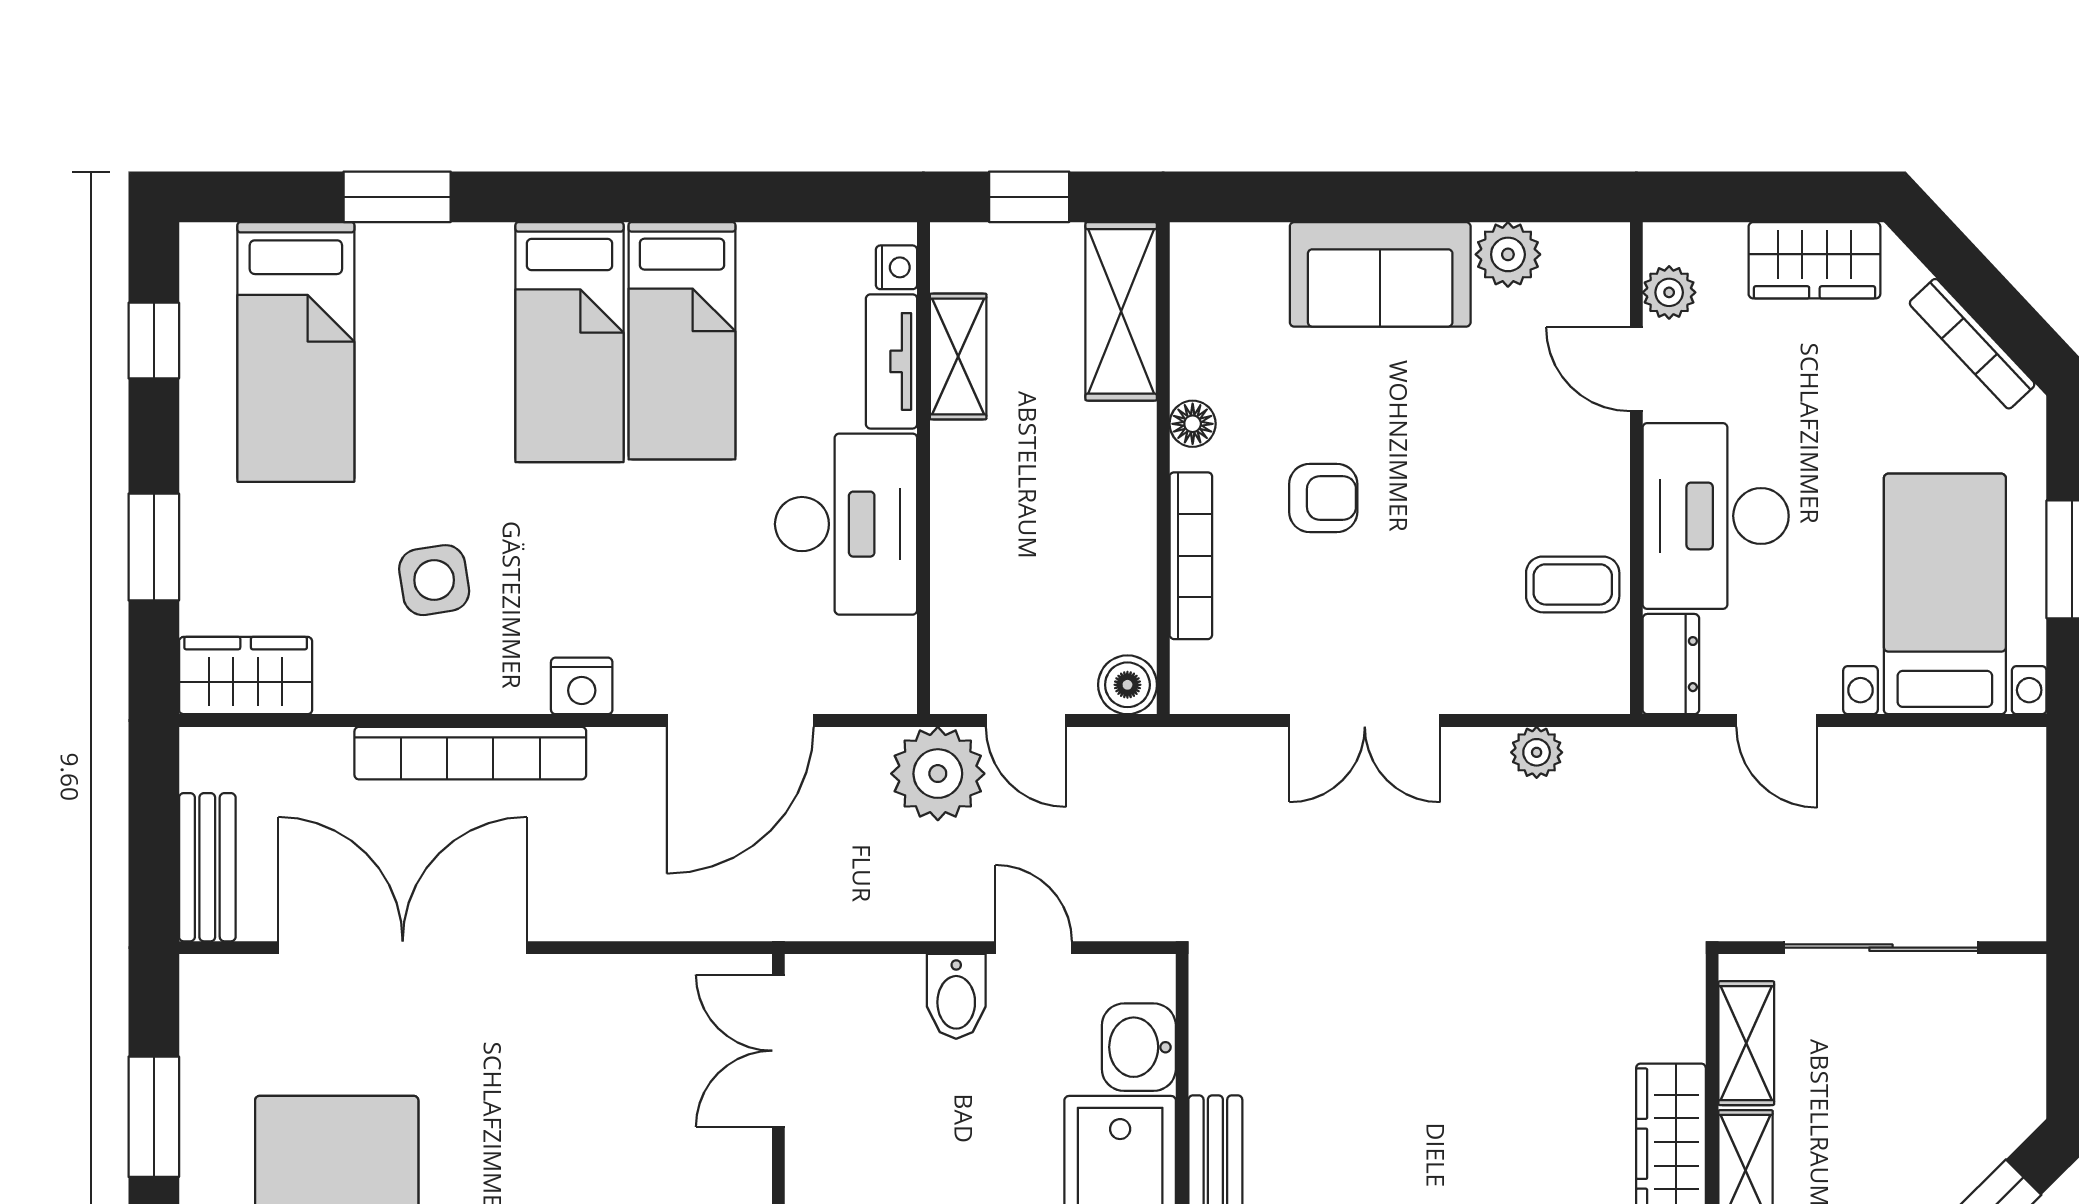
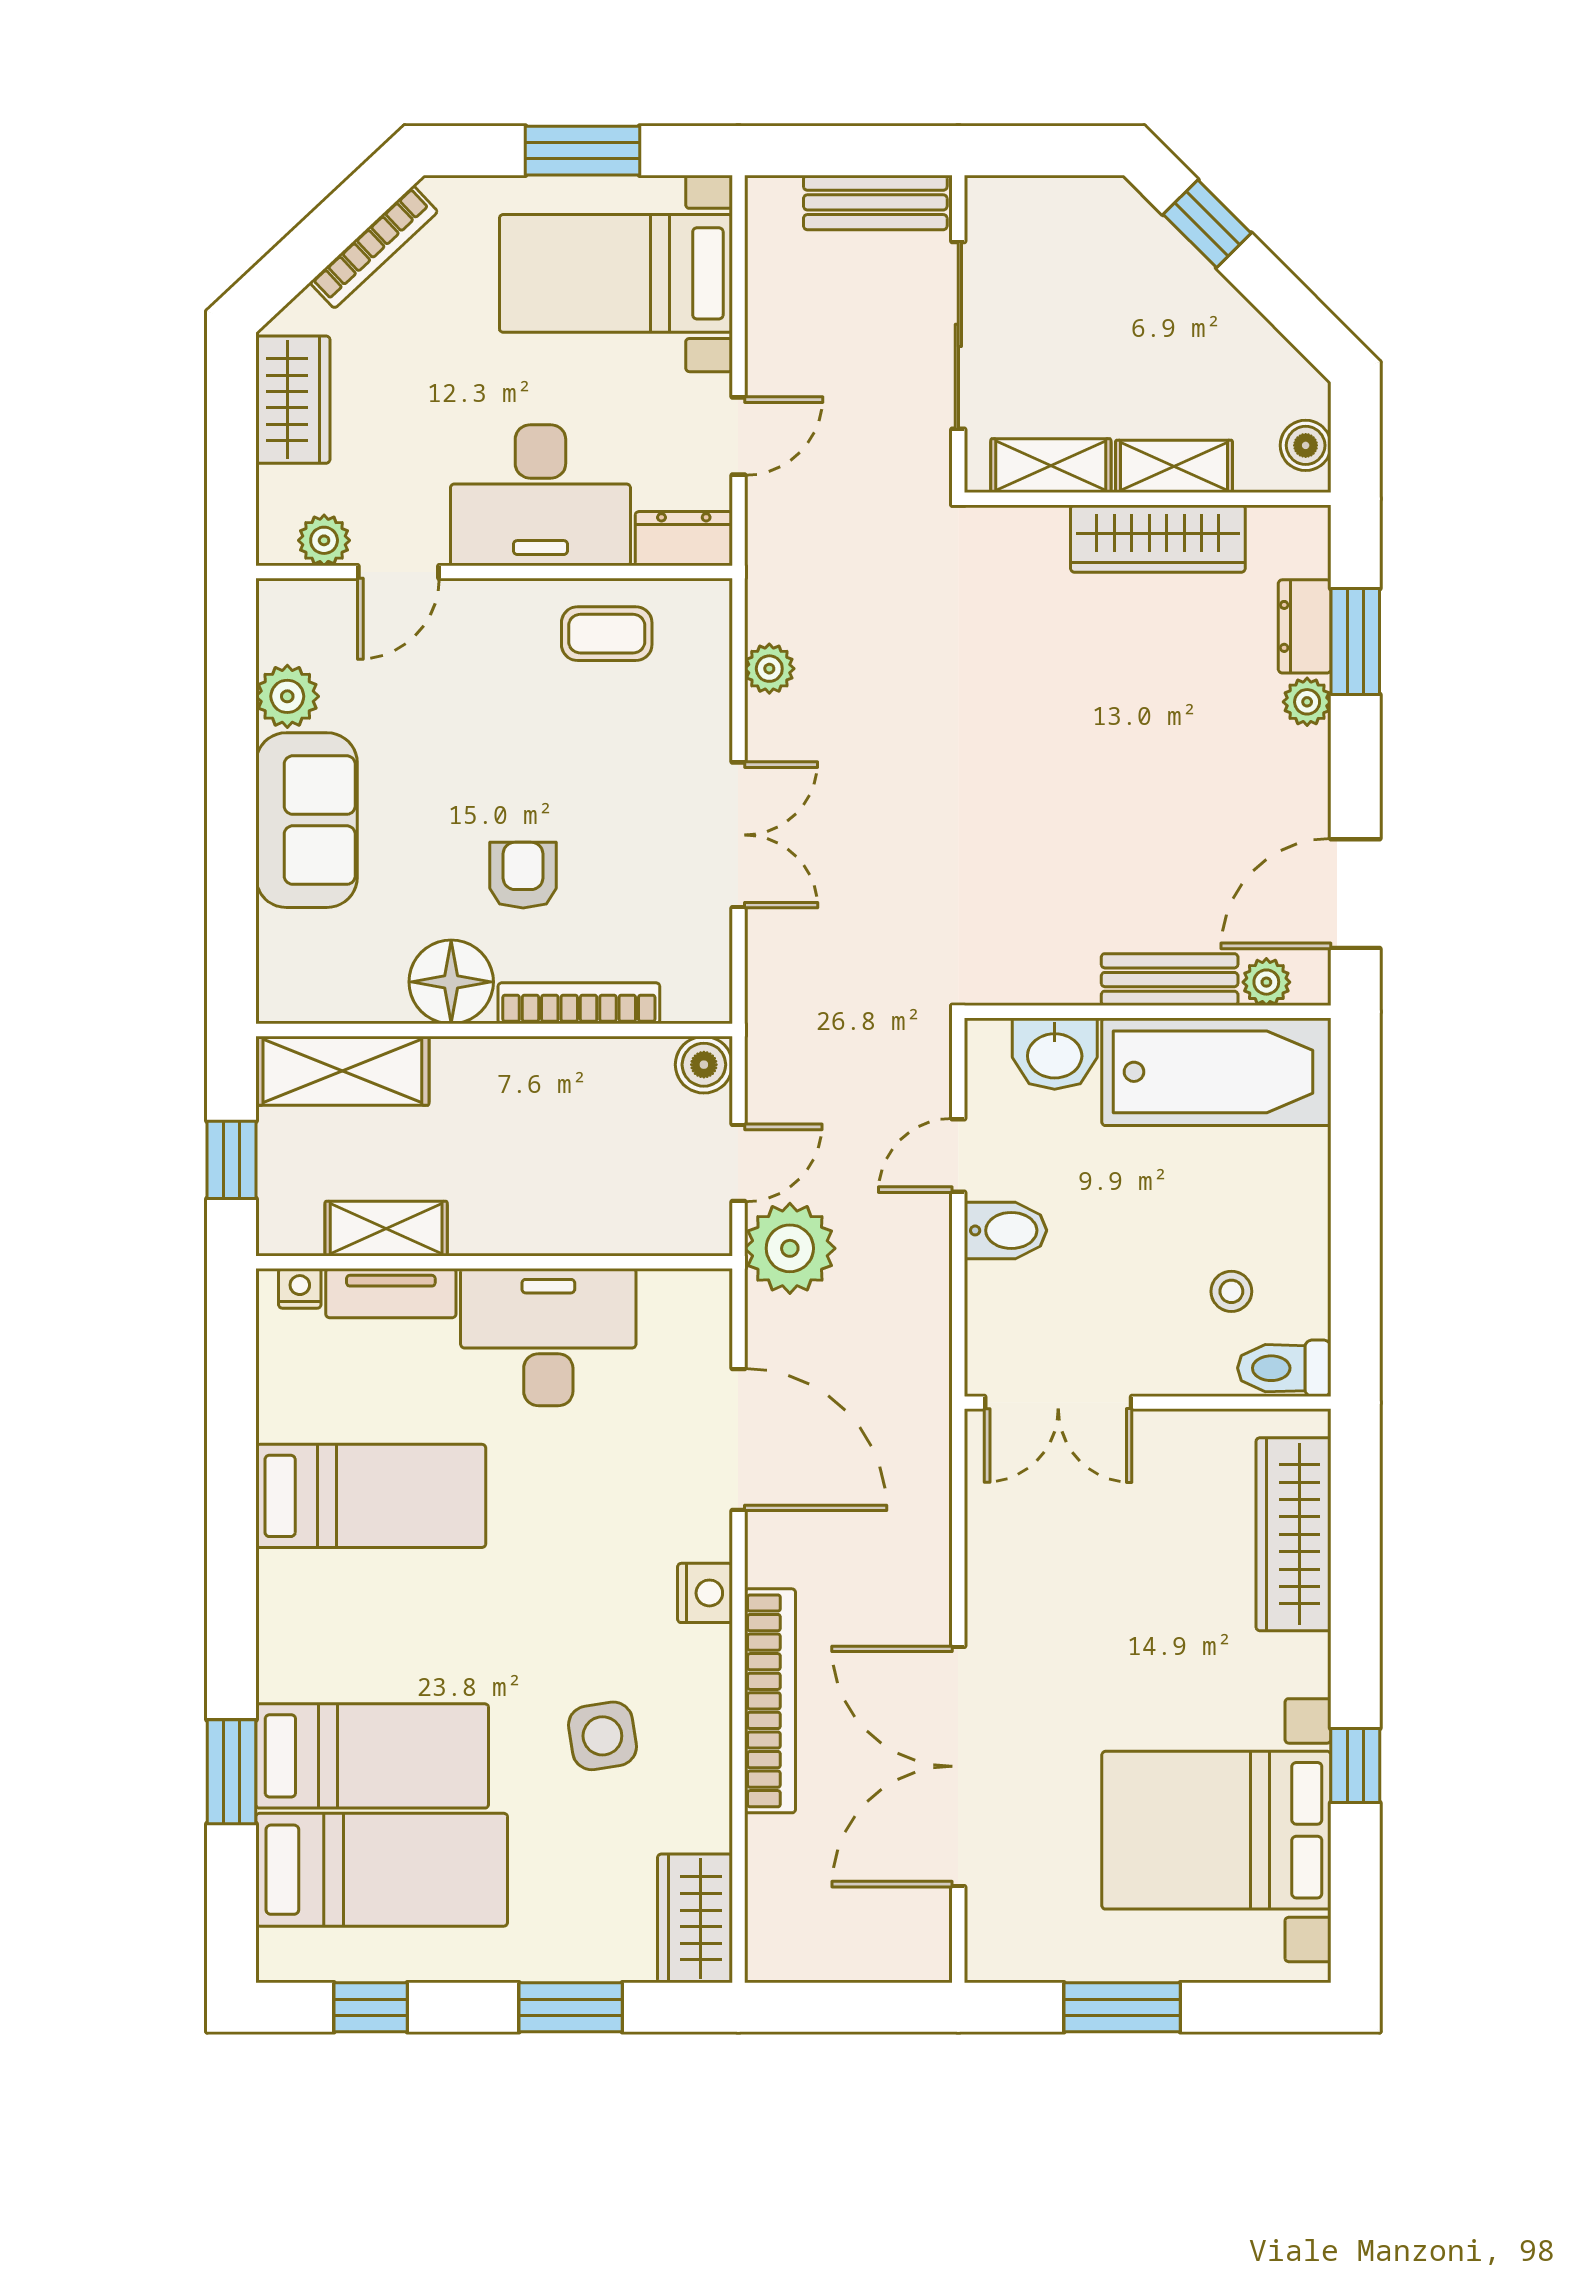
bed: (570, 342) -> (372, 1756), moved
floor lamp: (1193, 424) -> (451, 982), width x1.89, depth x1.89
coffee table: (1573, 584) -> (607, 634), turned 90
bench: (207, 867) -> (875, 202), moved

